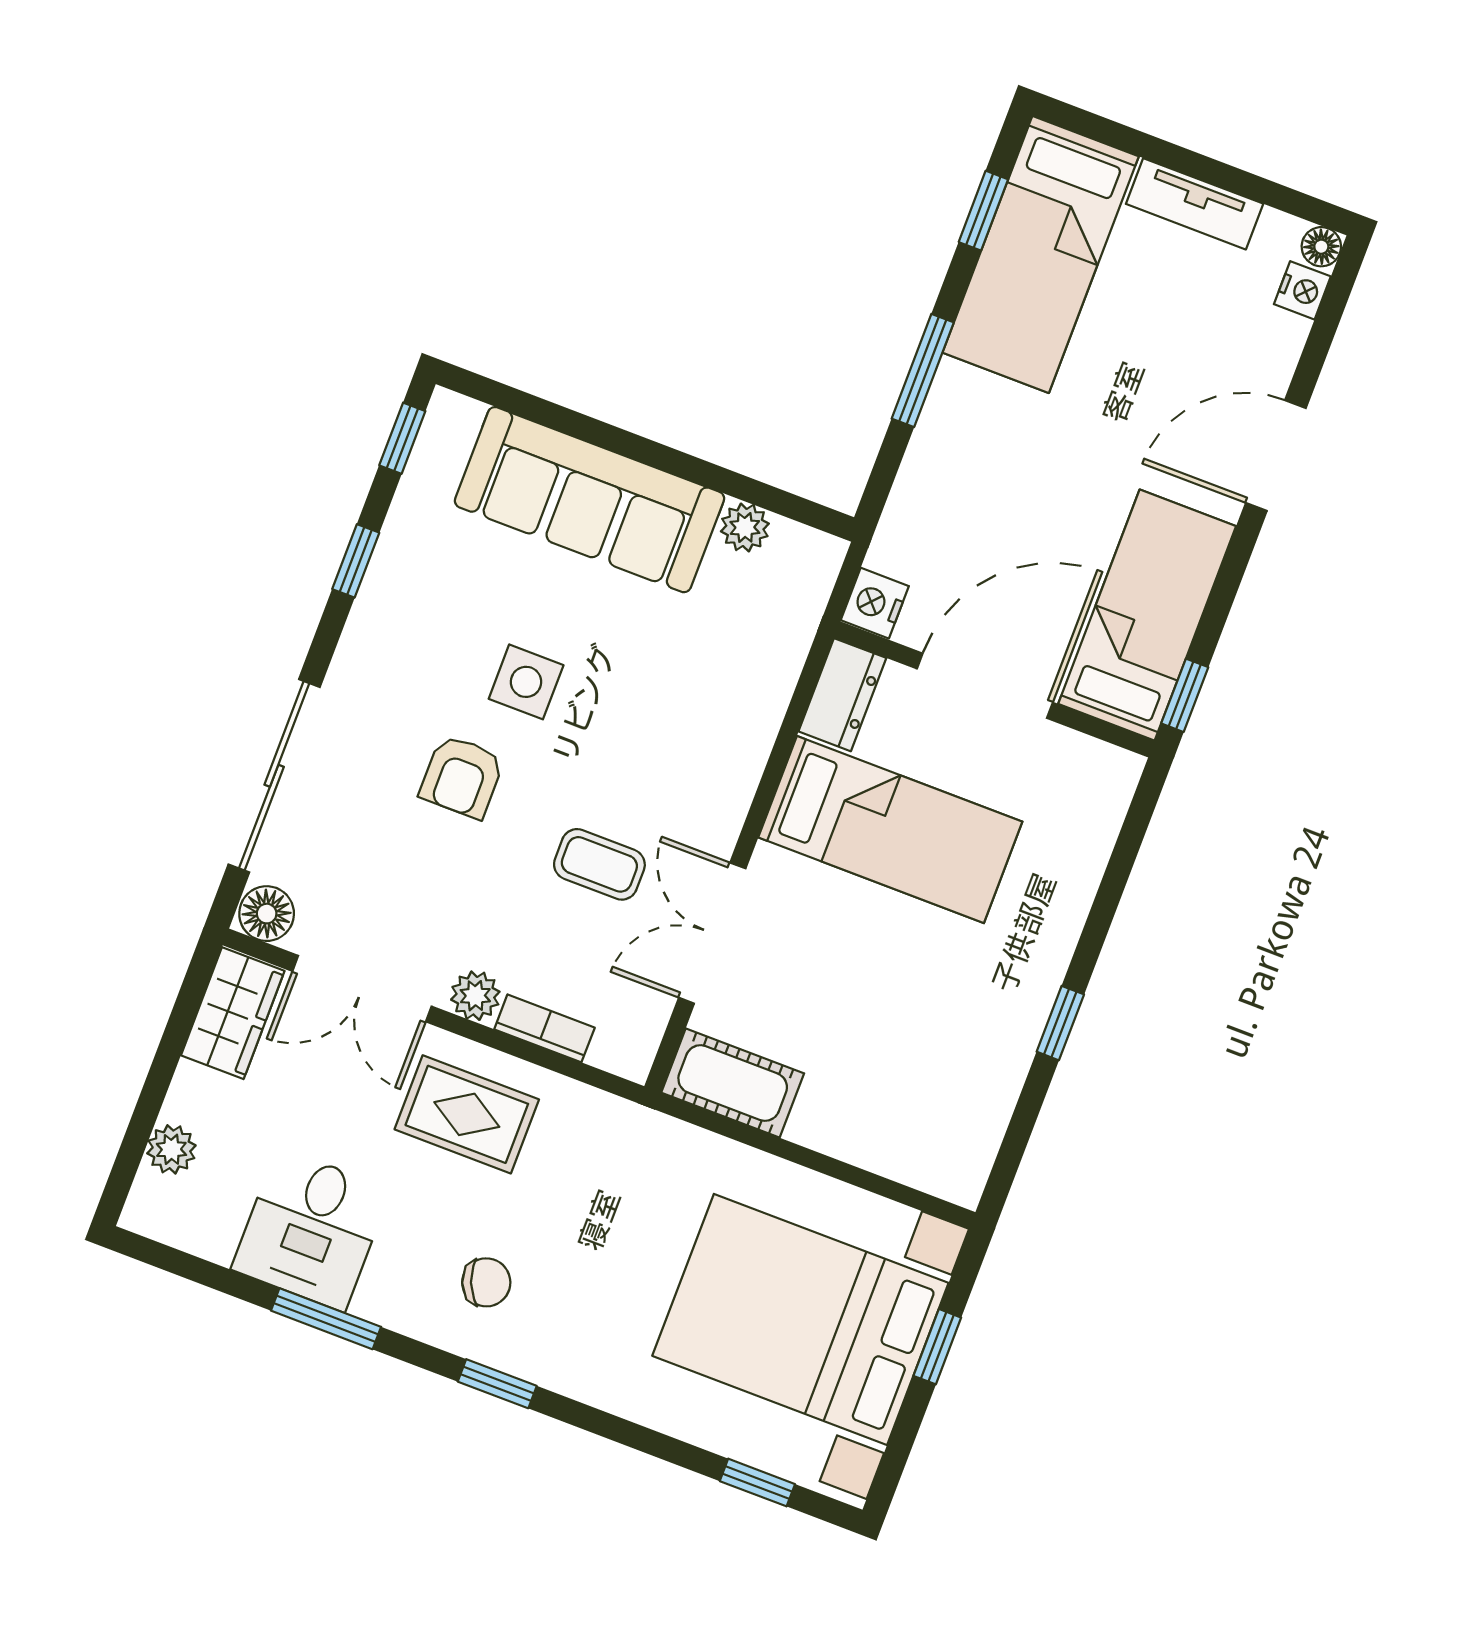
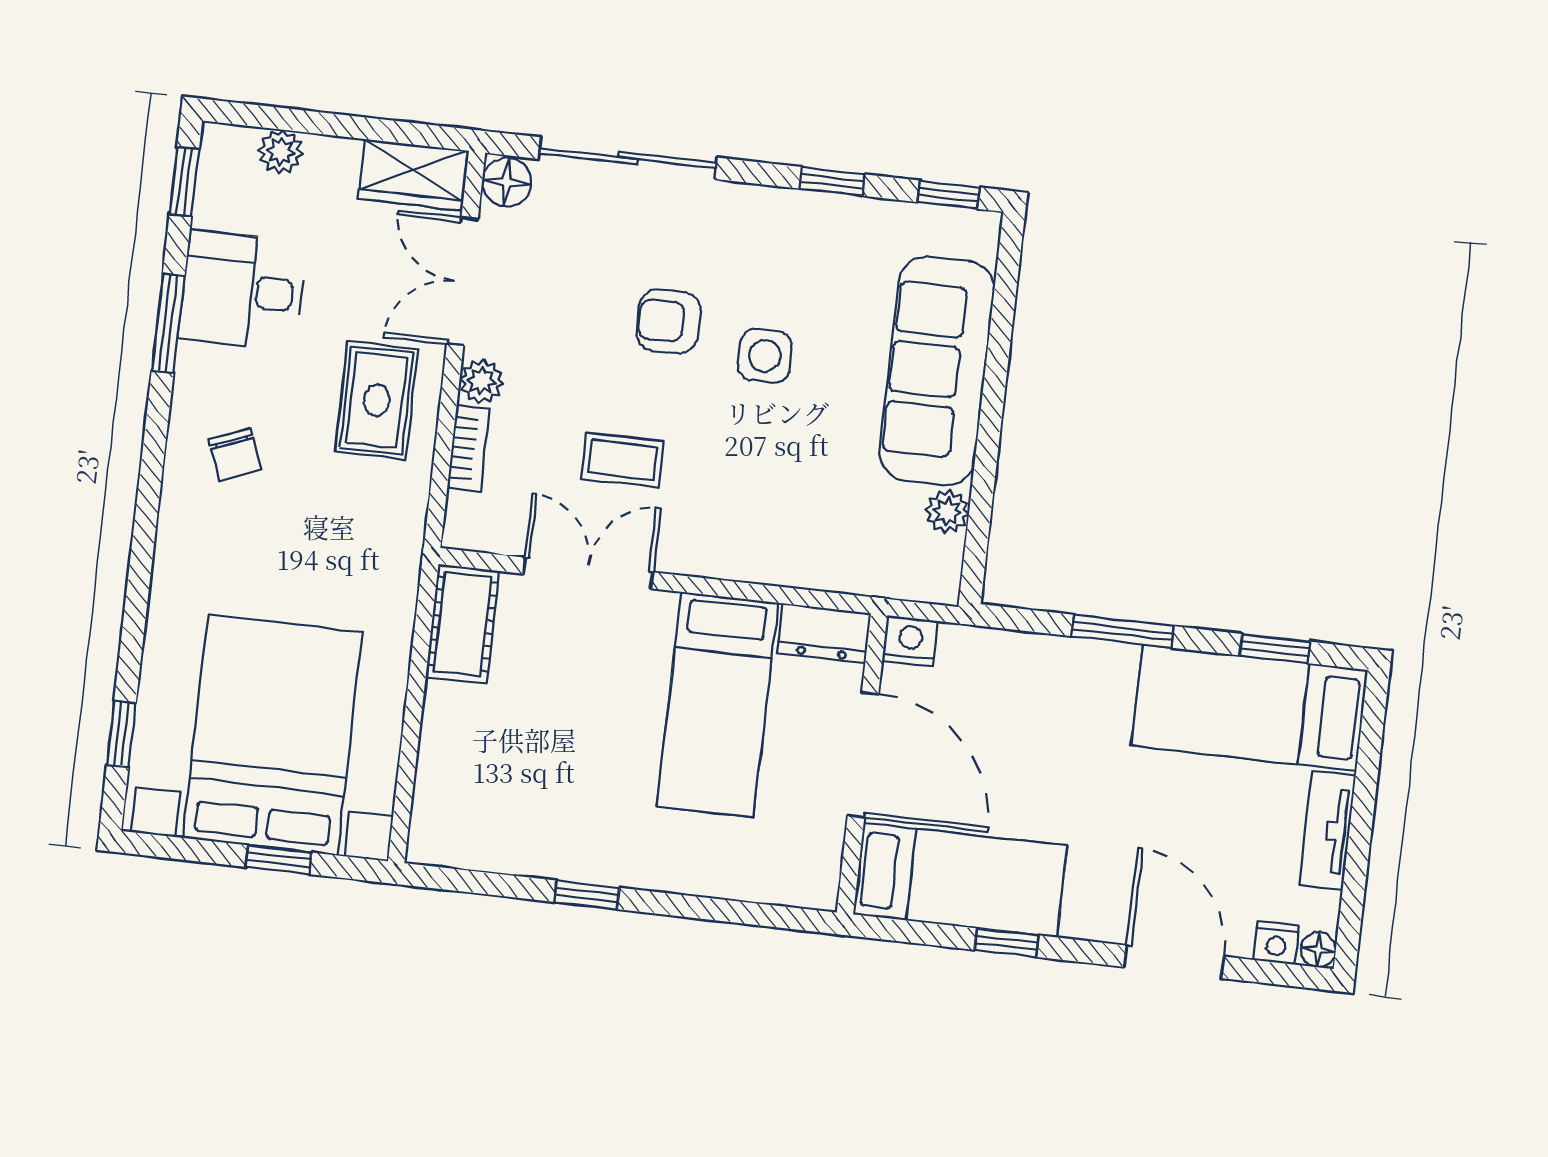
door: (1276, 455) -> (1174, 962), moved
window: (1185, 695) -> (1006, 943), moved
coffee table: (599, 864) -> (623, 460), turned 90
window: (497, 1384) -> (184, 181), moved

